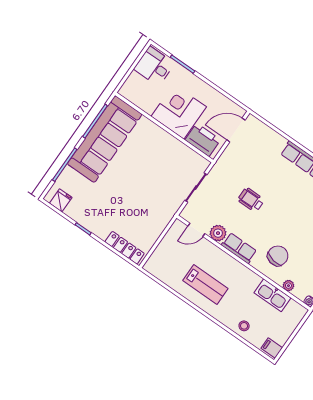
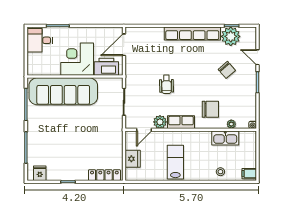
sofa: (105, 139) -> (63, 91), moved, turned 90
wheelchair: (251, 200) -> (167, 84), turned -91
fridge: (165, 251) -> (133, 159), added
chair: (278, 256) -> (210, 109), turned 79
lab bench: (205, 284) -> (175, 162), turned -90

